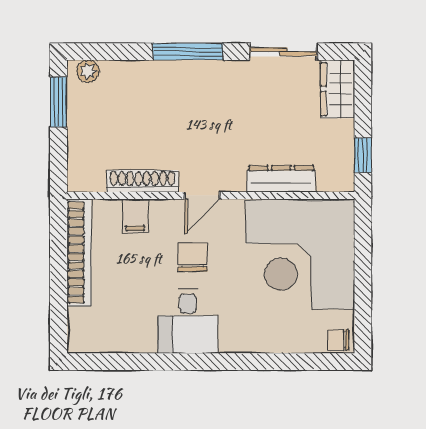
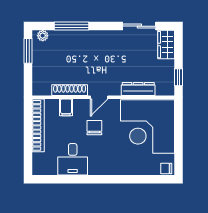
window: (188, 52) -> (72, 26), moved
desk: (188, 321) -> (73, 159), moved

